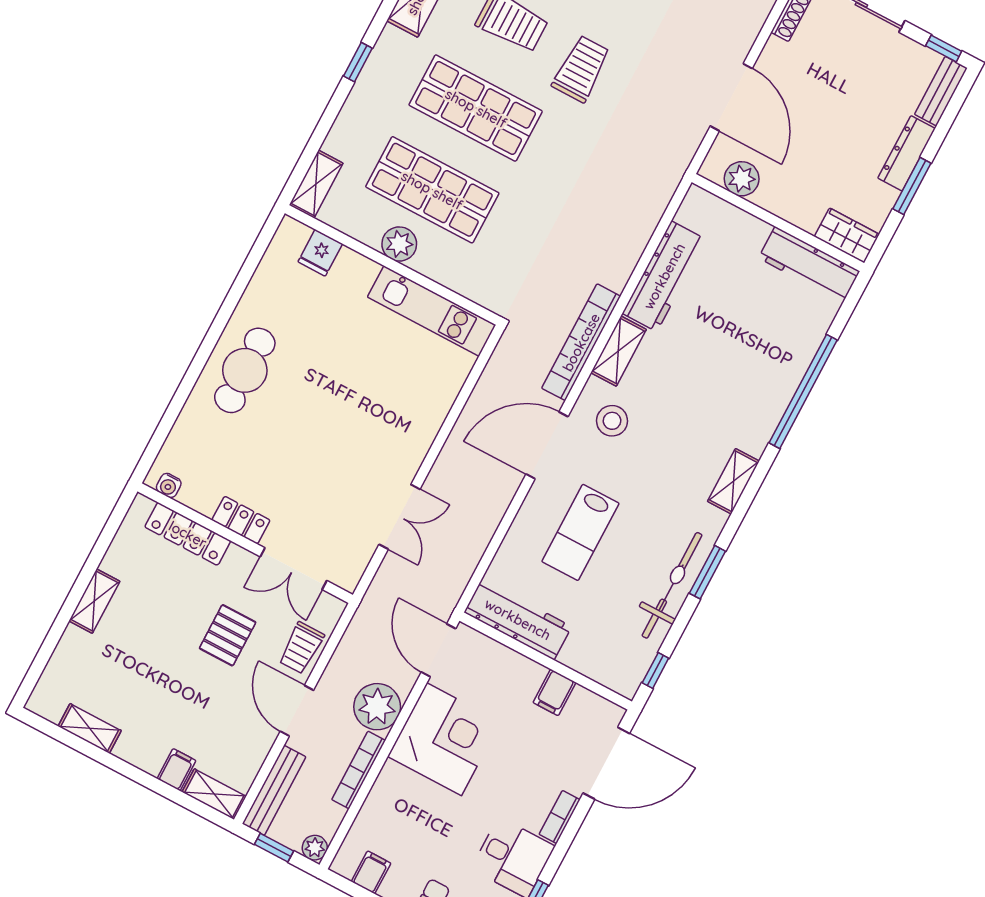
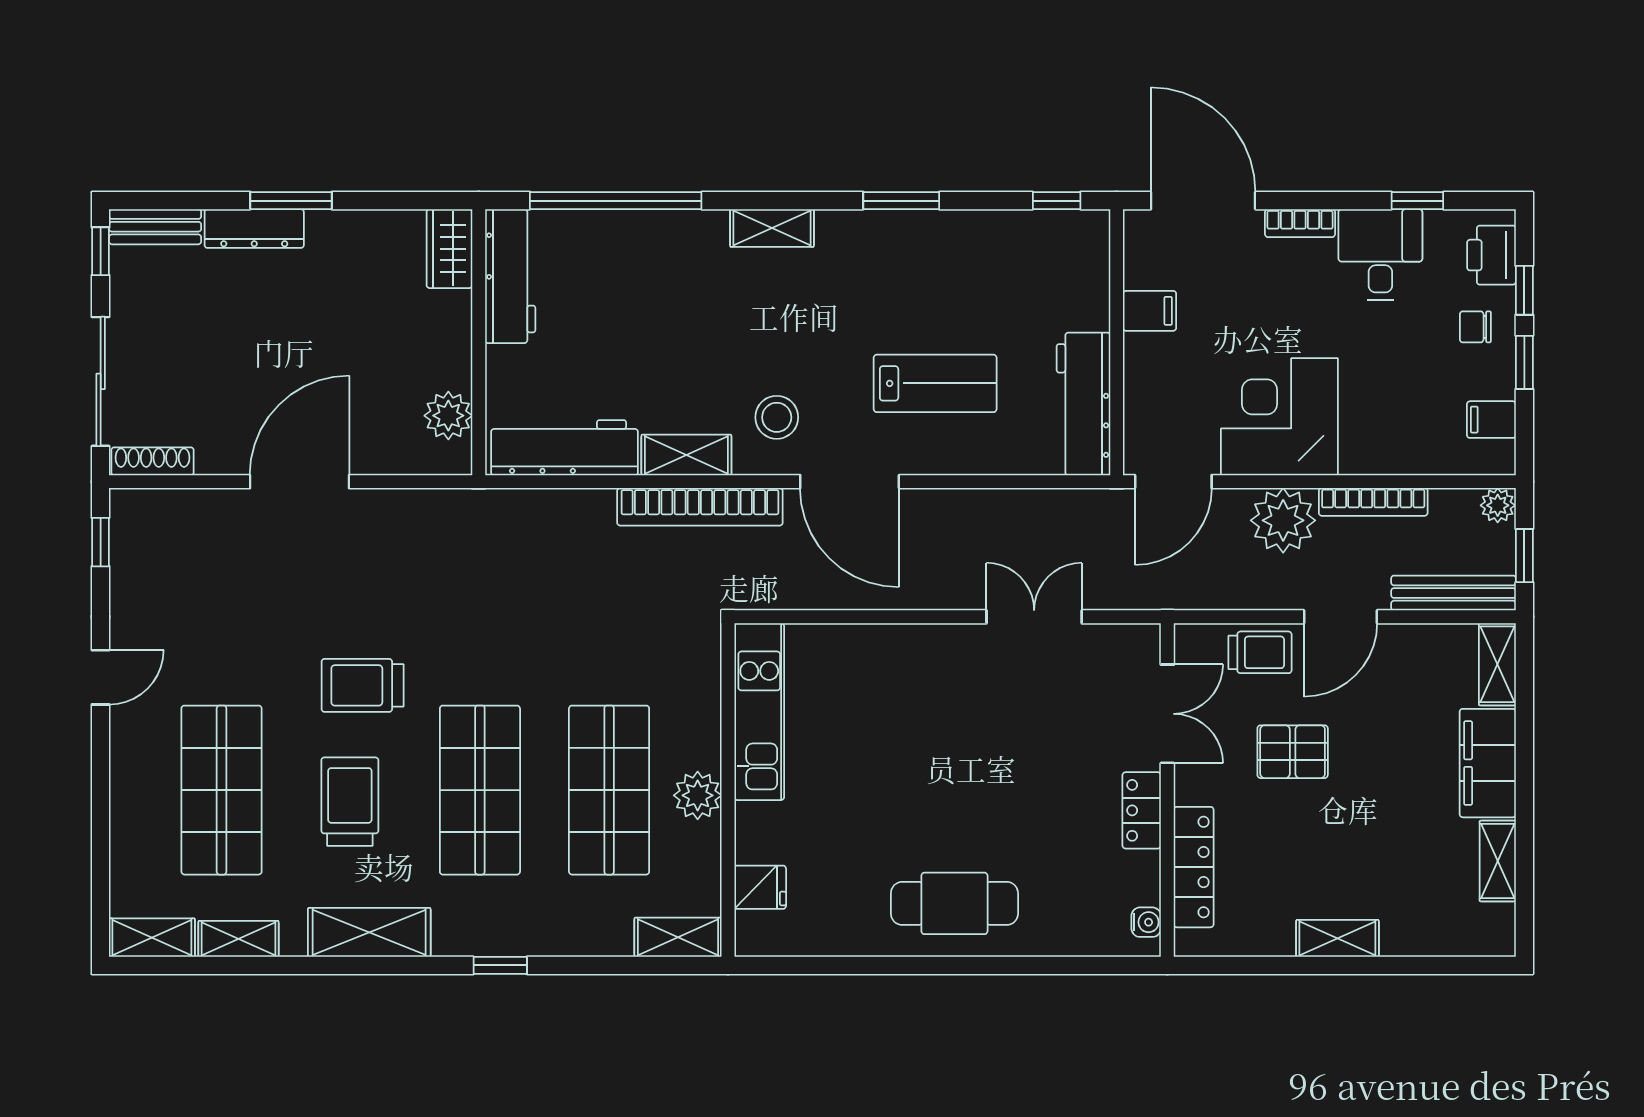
plant: (742, 179) -> (448, 416), moved
wall: (778, 223) -> (479, 342), moved
wardrobe: (847, 235) -> (449, 249), moved
workbench: (809, 265) -> (510, 276), moved
bicycle: (672, 585) -> (941, 236), removed
filing cabinet: (177, 770) -> (1488, 763), width x3.00, depth x1.17

